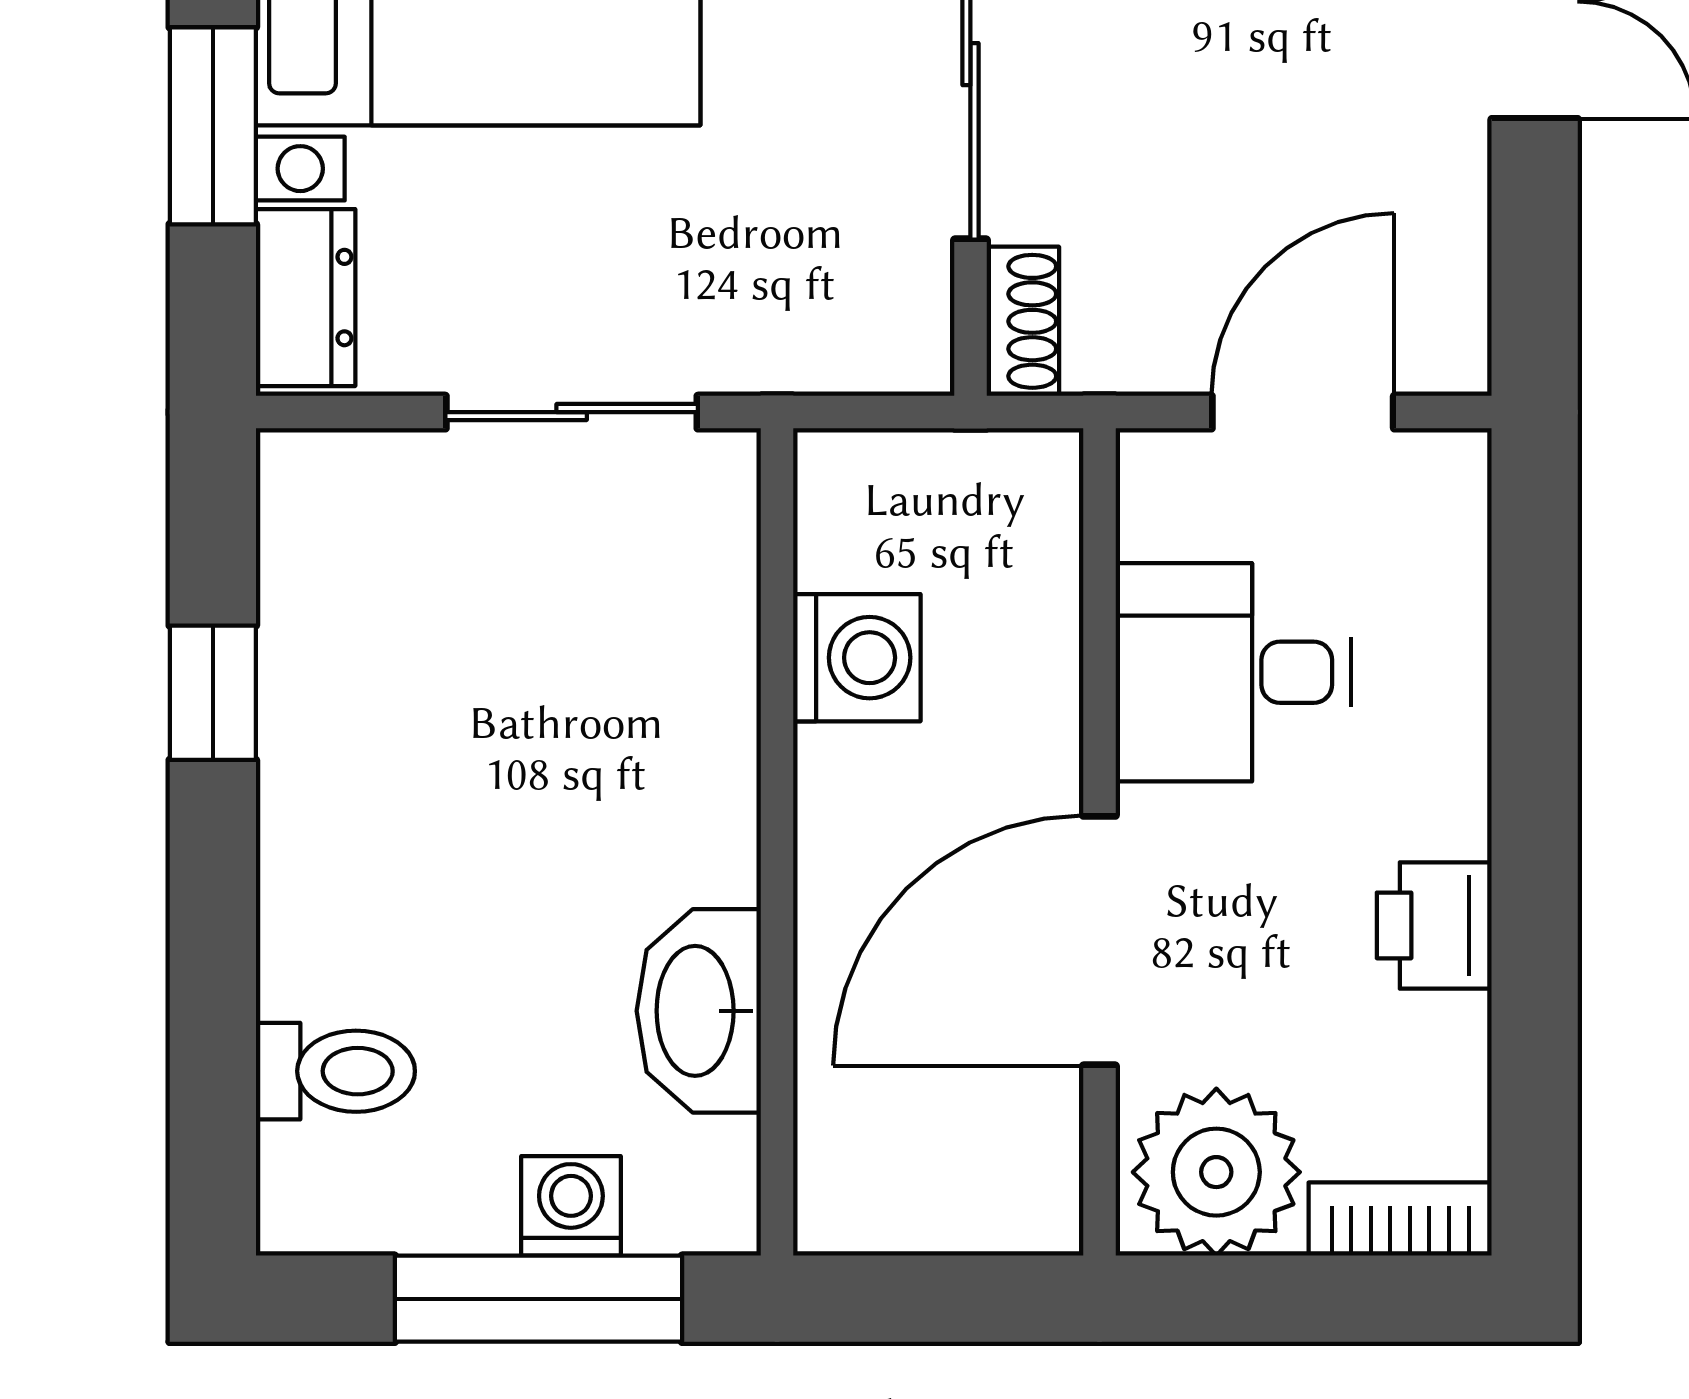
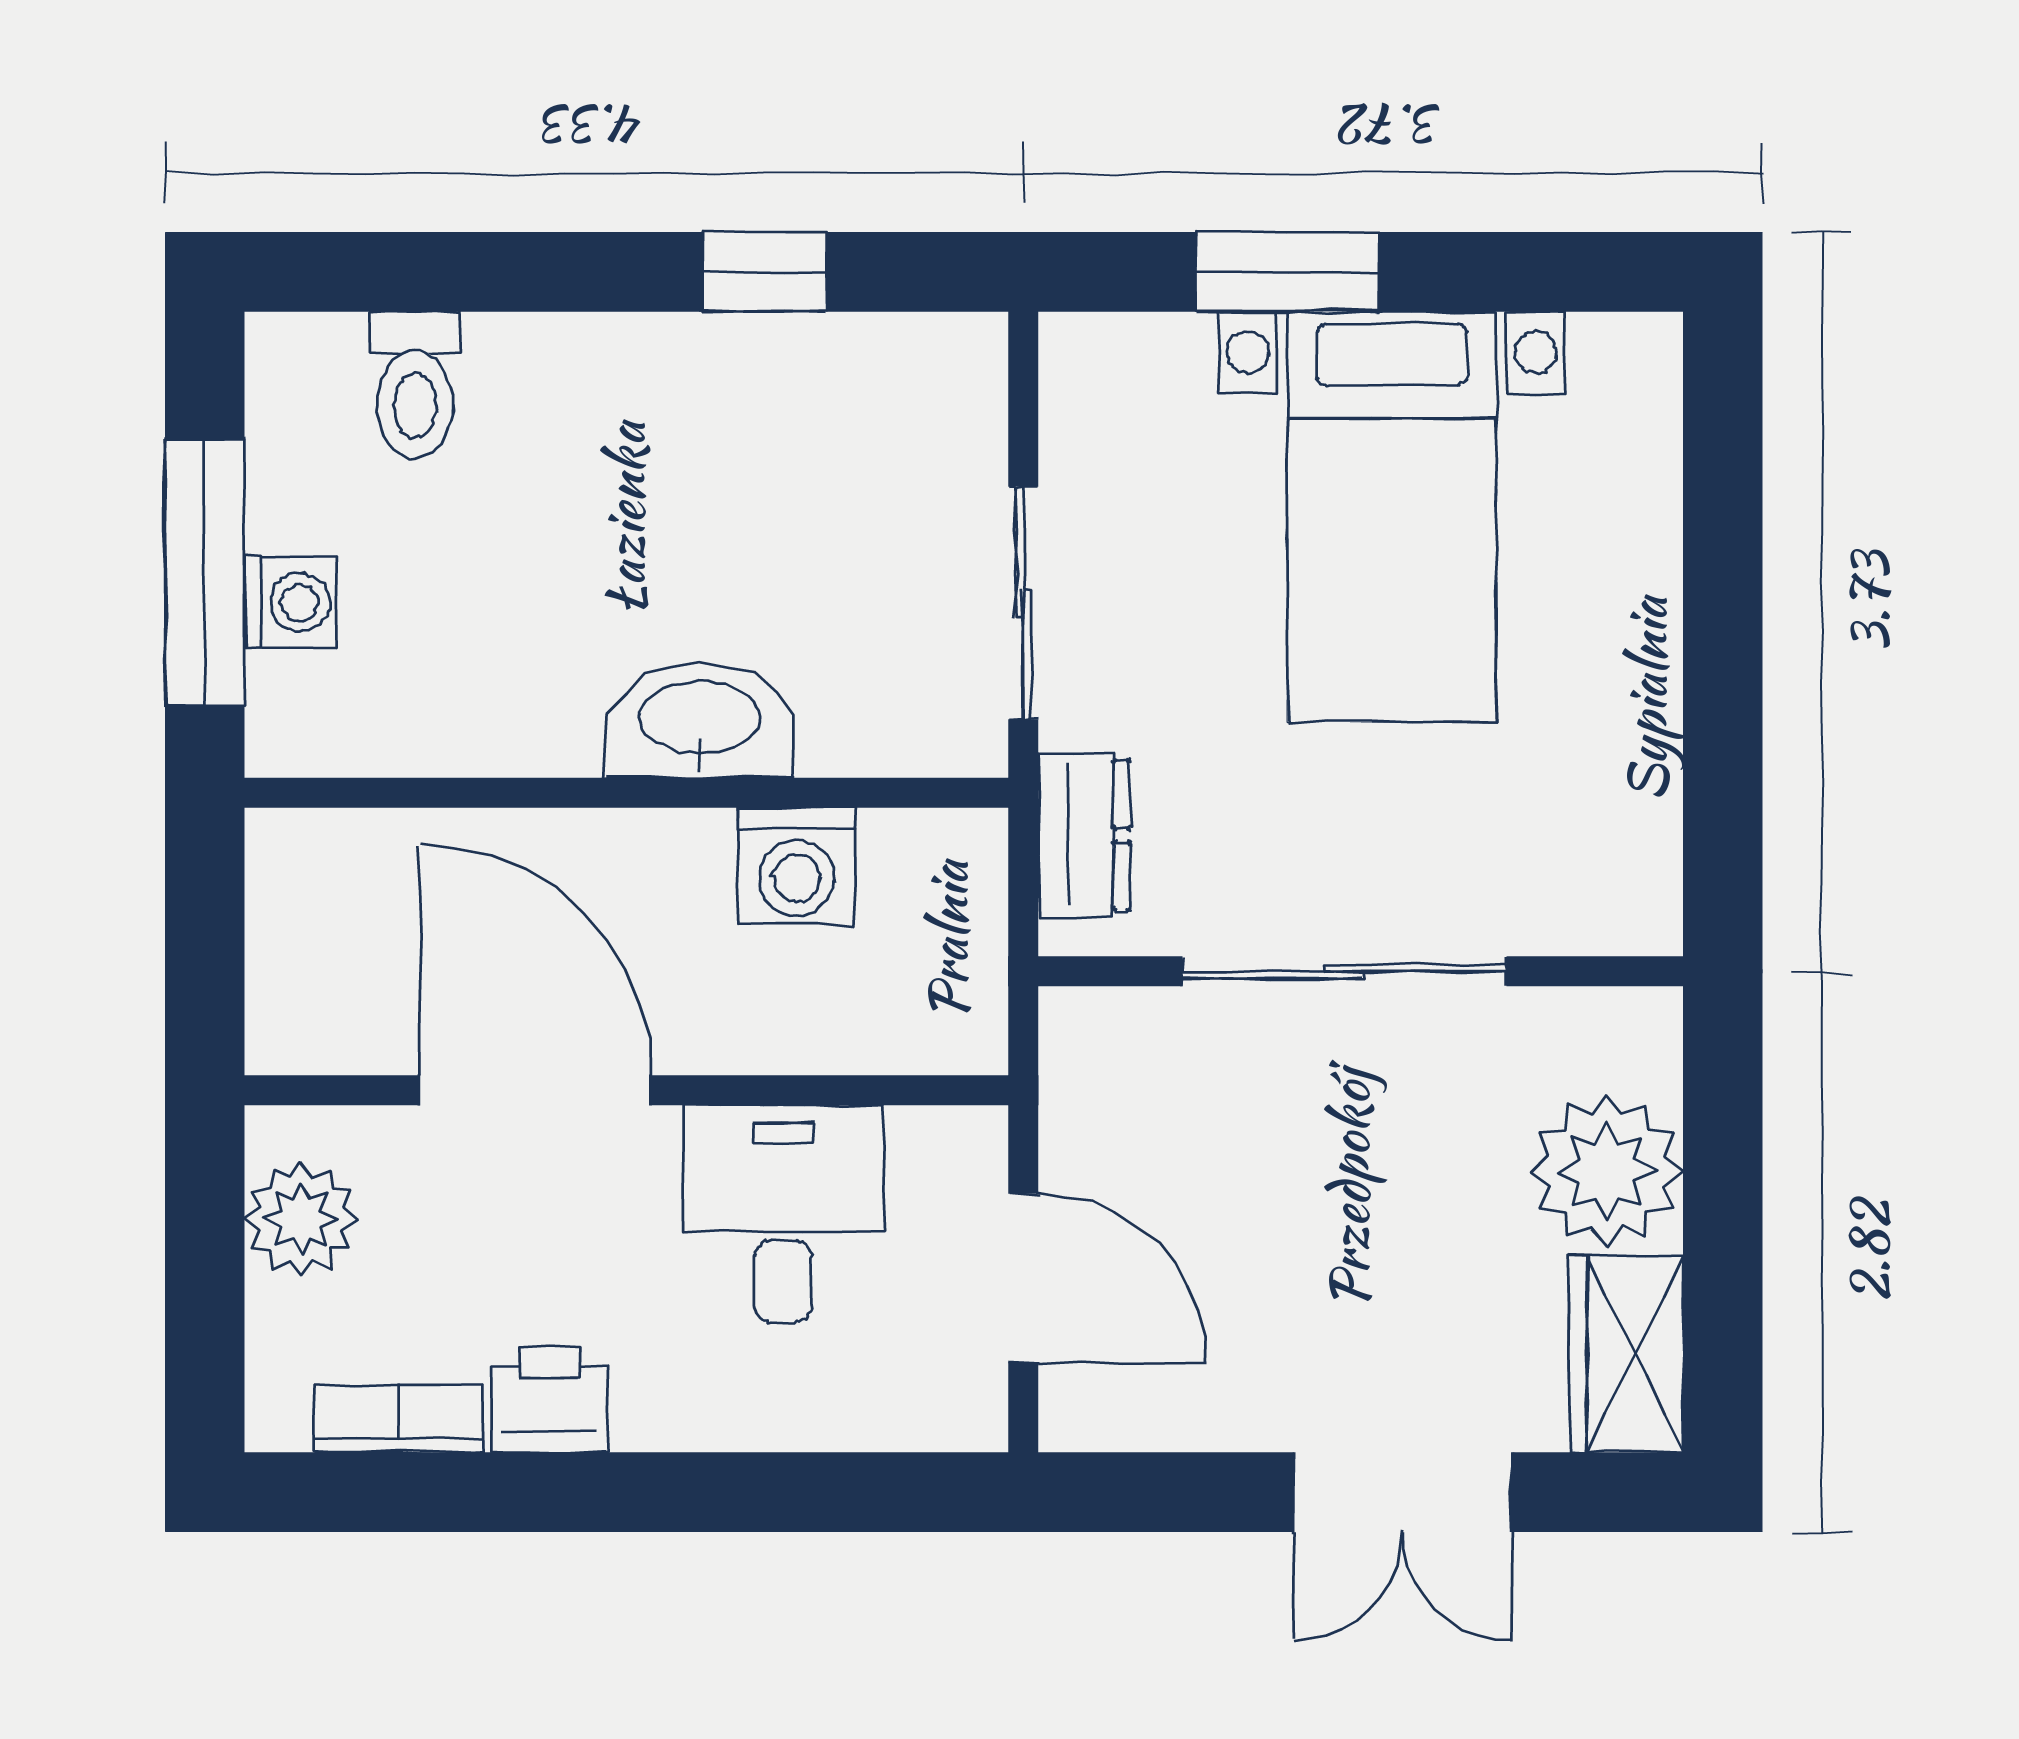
dresser: (306, 298) -> (1084, 835), moved, turned -90
shoe rack: (1023, 321) -> (1107, 1020), removed
washbasin: (699, 1011) -> (699, 720), moved
plant: (1216, 1172) -> (301, 1219), width x0.73, depth x0.73
bookcase: (1400, 1219) -> (398, 1419), moved, turned -90

